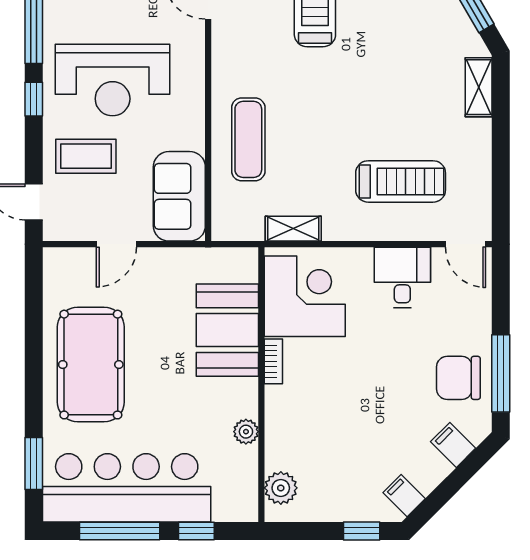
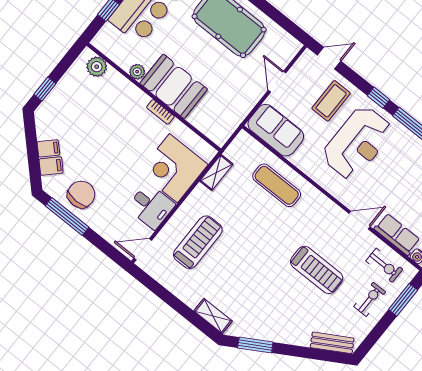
reception desk: (113, 80) -> (357, 143), turned 180
treadmill: (401, 181) -> (198, 242), turned 180
corner desk: (305, 296) -> (173, 168), moved, turned 90
booth: (227, 330) -> (174, 86), moved
filing cabinet: (404, 496) -> (48, 148), moved

